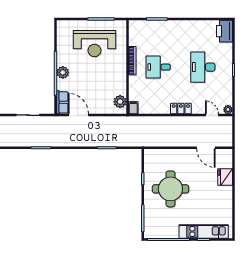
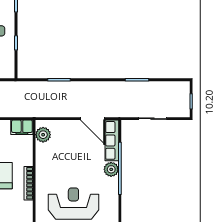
row of seats: (62, 102) -> (112, 140), width x1.48
filing cabinet: (133, 108) -> (22, 127), width x2.00

